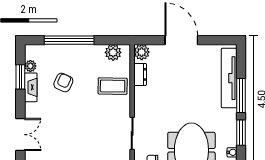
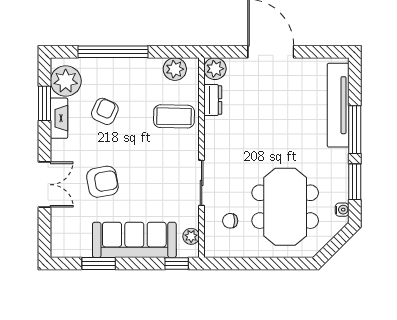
plant: (30, 66) -> (66, 81), width x1.88, depth x1.88
armchair: (62, 133) -> (102, 182), added

